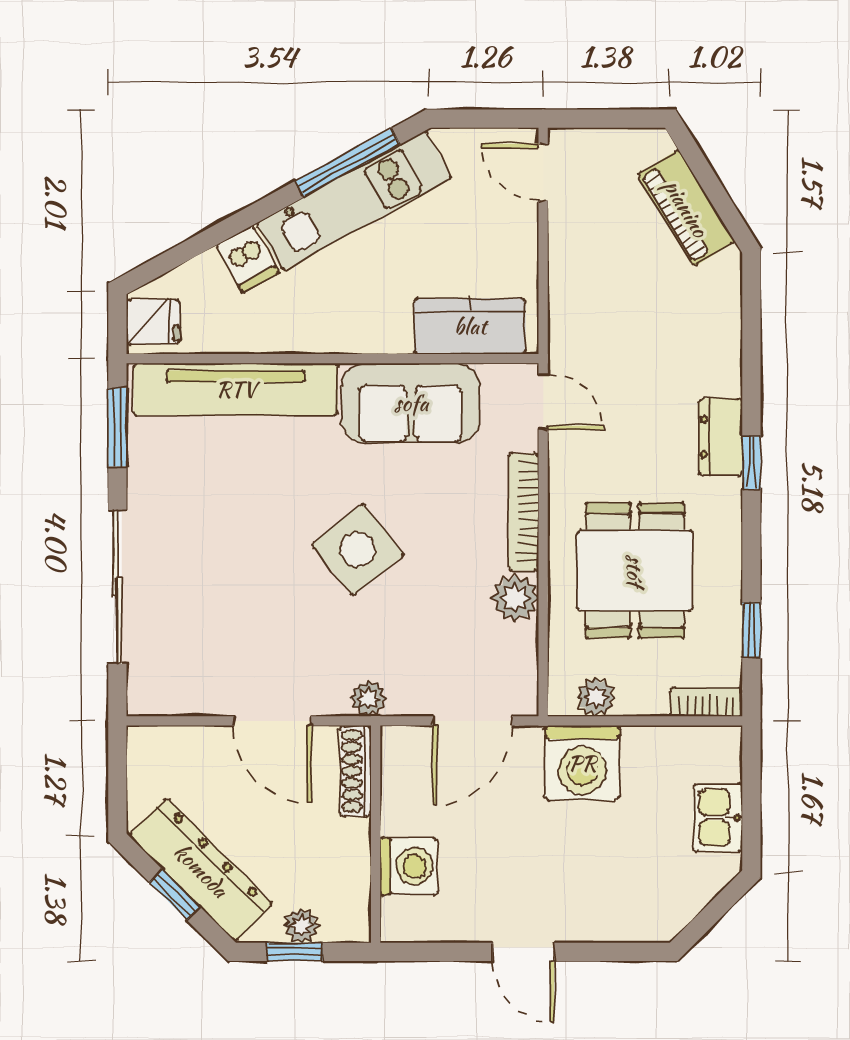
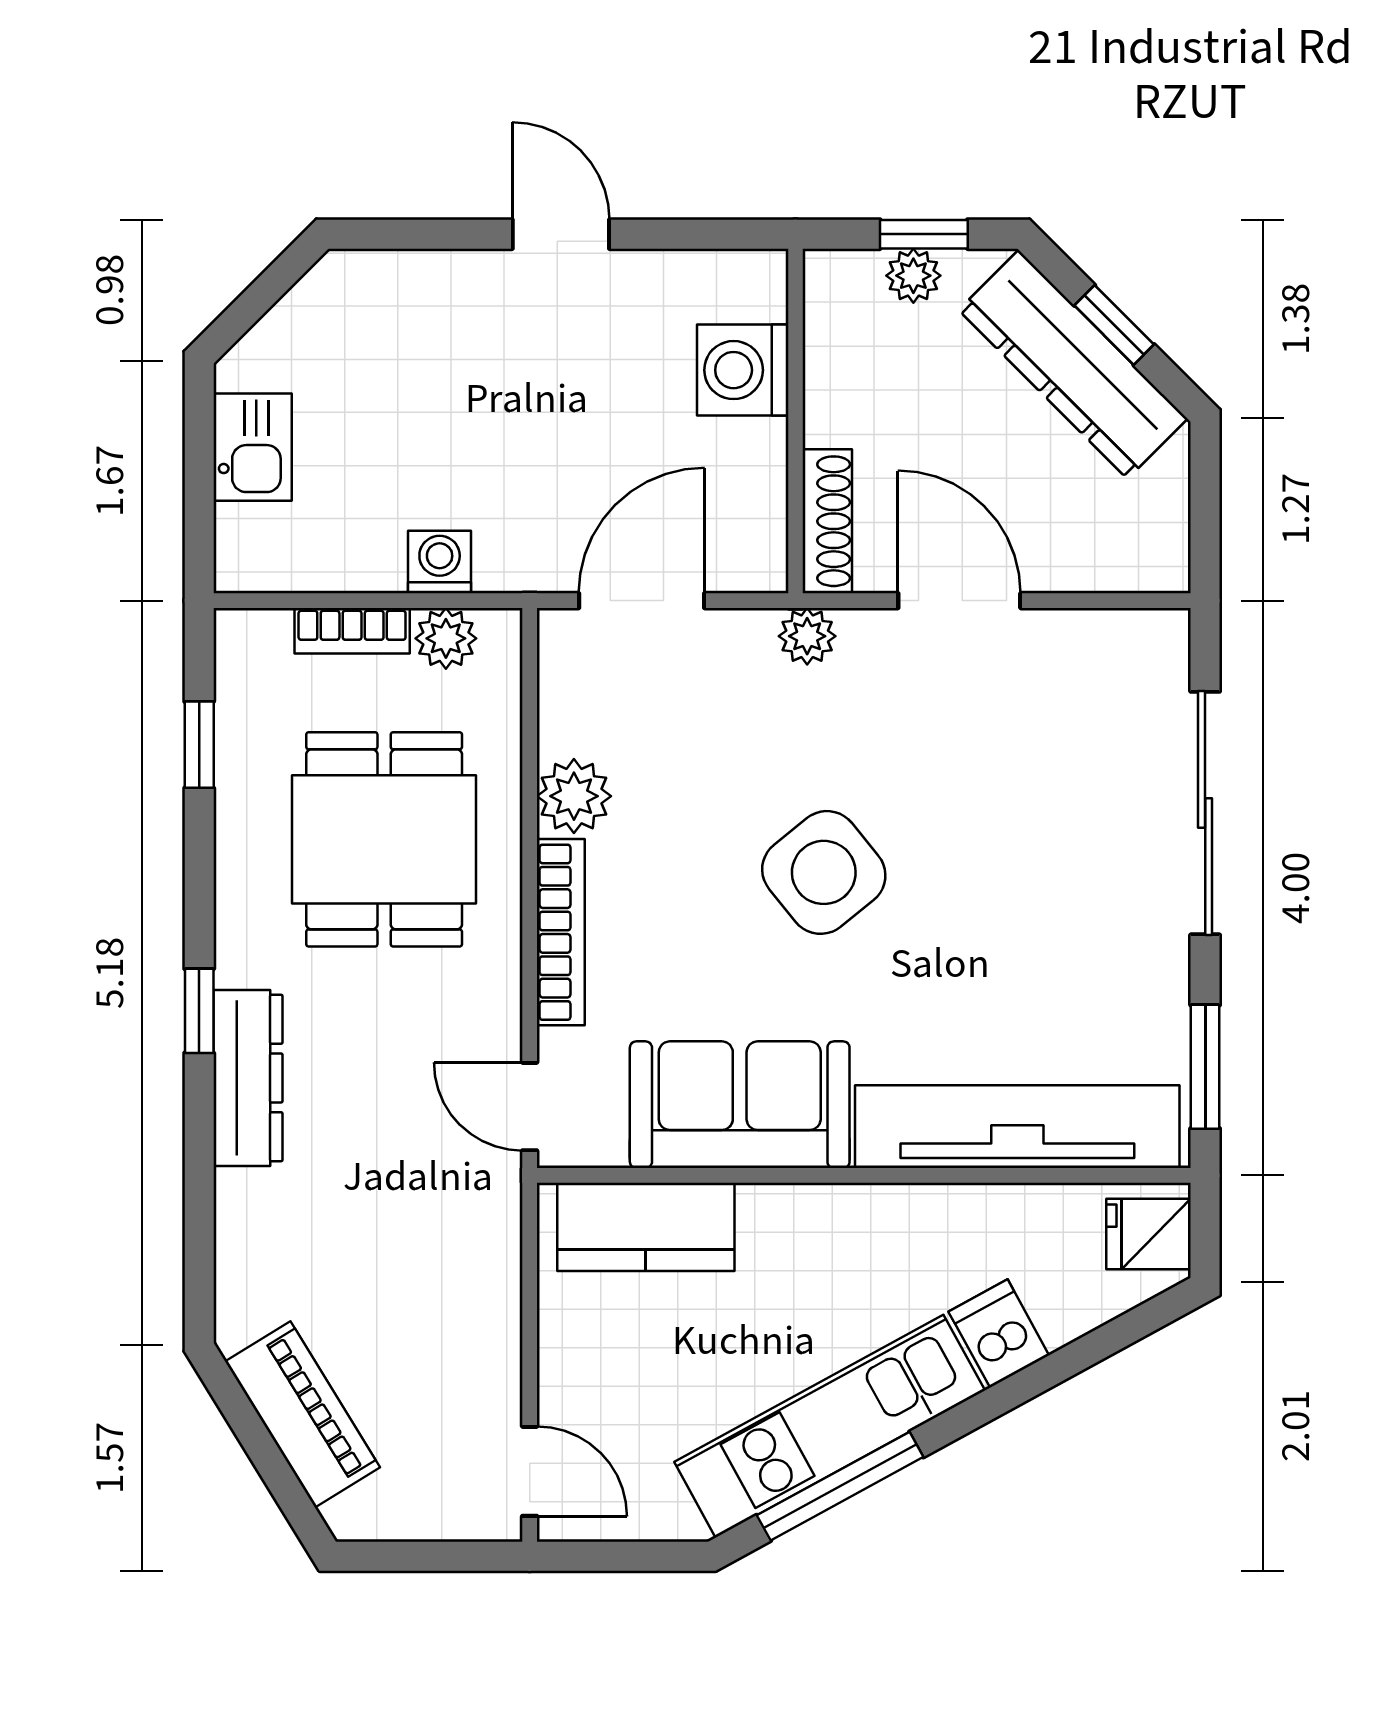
dresser: (721, 437) -> (248, 1078), width x1.44
bookcase: (706, 702) -> (352, 631), moved
washing machine: (582, 763) -> (440, 562), width x0.53, depth x0.53

